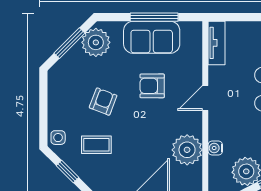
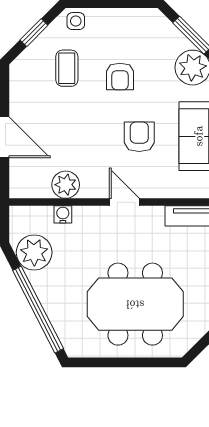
armchair: (103, 102) -> (120, 76), turned 69
plant: (187, 150) -> (66, 185), width x0.73, depth x0.73

